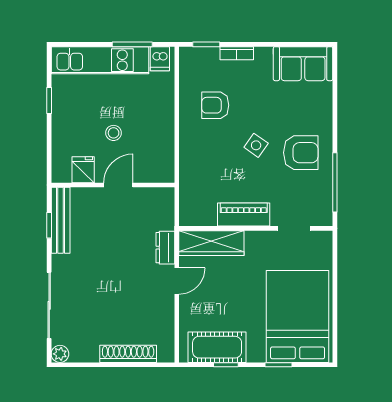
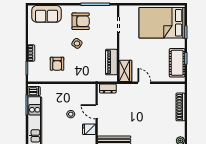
sofa: (303, 64) -> (47, 14), moved, turned 90
armchair: (301, 153) -> (81, 21), turned 90
piano: (244, 215) -> (111, 62), moved
wardrobe: (211, 243) -> (125, 71), width x0.67
dresser: (165, 248) -> (108, 88), moved

